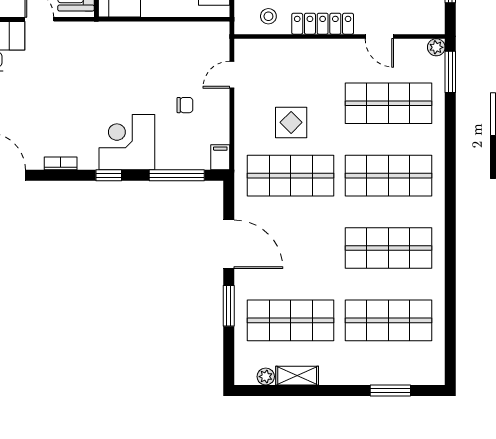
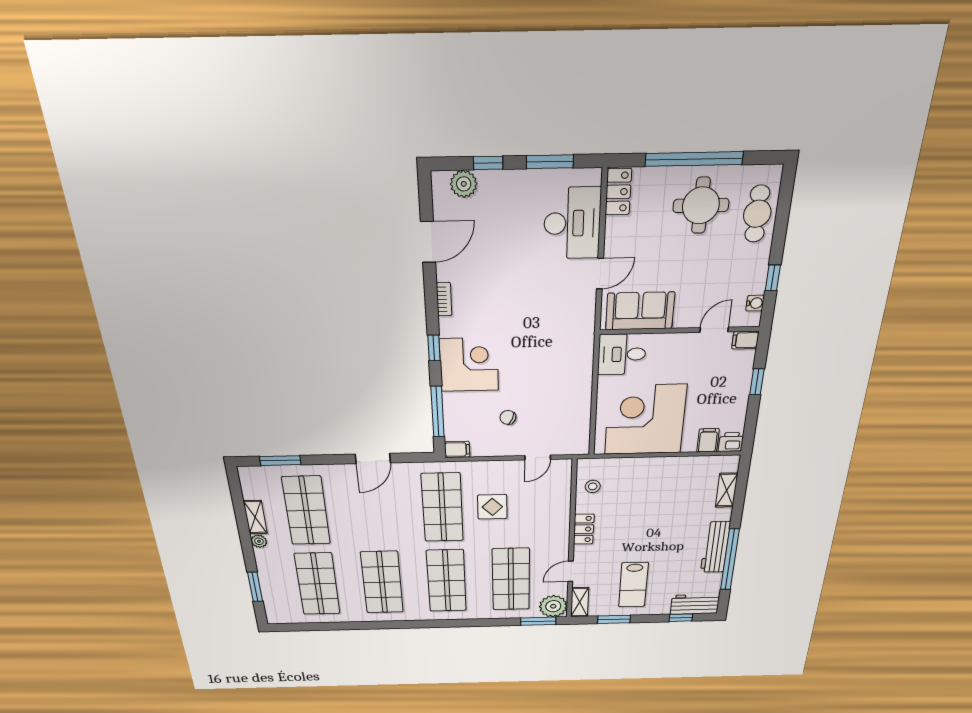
locker: (323, 24) -> (584, 529), width x0.66
shelving: (424, 25) -> (580, 602), added
plant: (436, 47) -> (553, 606), width x1.88, depth x1.88
door: (232, 75) -> (538, 458), swing flipped
chair: (185, 105) -> (508, 417), turned 114
door: (229, 244) -> (373, 458), width x0.73
window: (229, 306) -> (280, 461), moved
plant: (266, 377) -> (259, 541), moved

